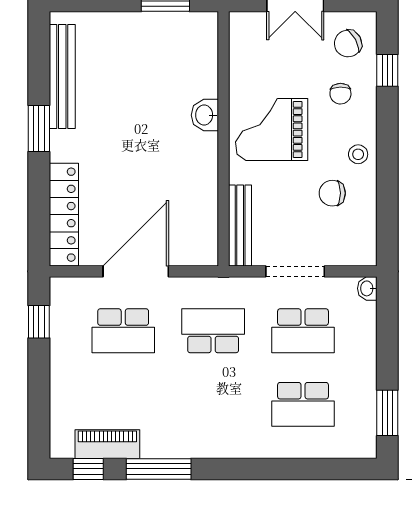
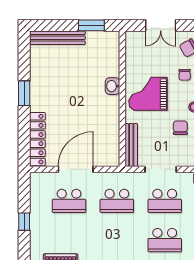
bench: (62, 76) -> (57, 38), moved, turned 90
chair: (332, 193) -> (180, 128), turned 90
window: (39, 322) -> (24, 222), moved
school desk: (213, 331) -> (117, 201), turned 180

